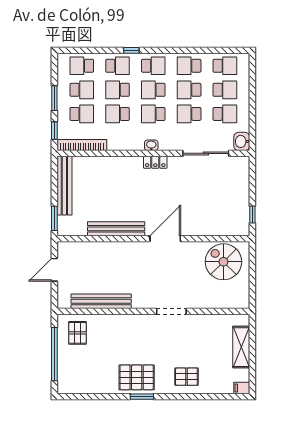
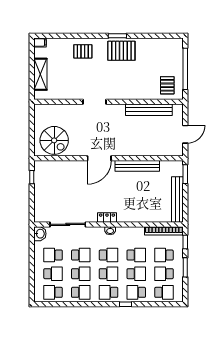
school desk: (225, 90) -> (53, 274), turned 180

